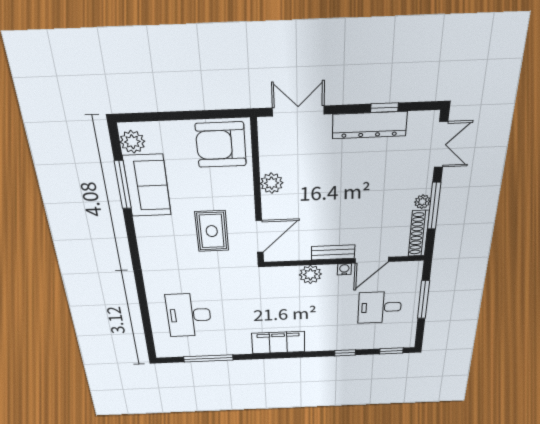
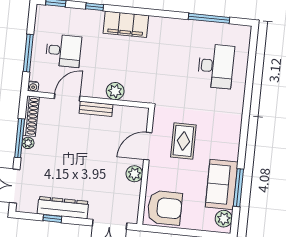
door: (259, 236) -> (148, 146), moved
water cooler: (344, 269) -> (33, 86), moved
filing cabinet: (278, 343) -> (126, 24), moved

